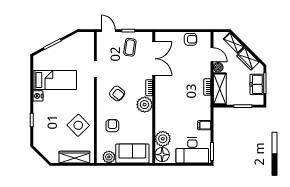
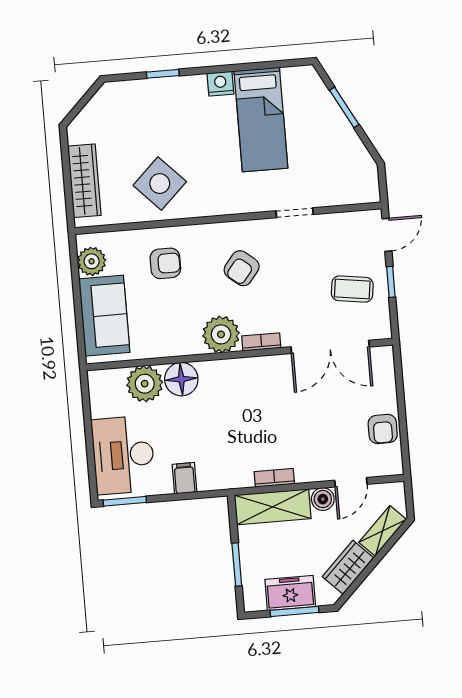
floor lamp: (162, 155) -> (181, 379), moved

